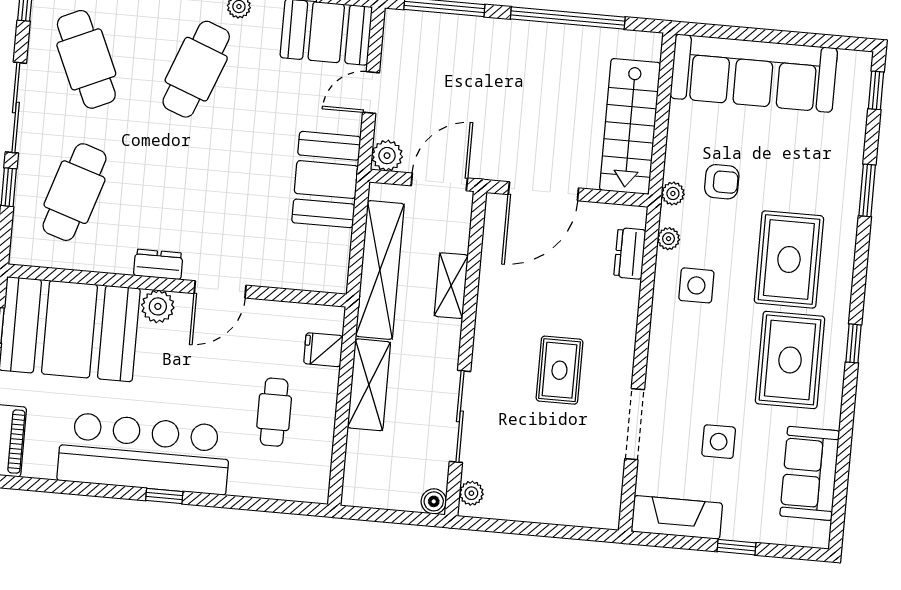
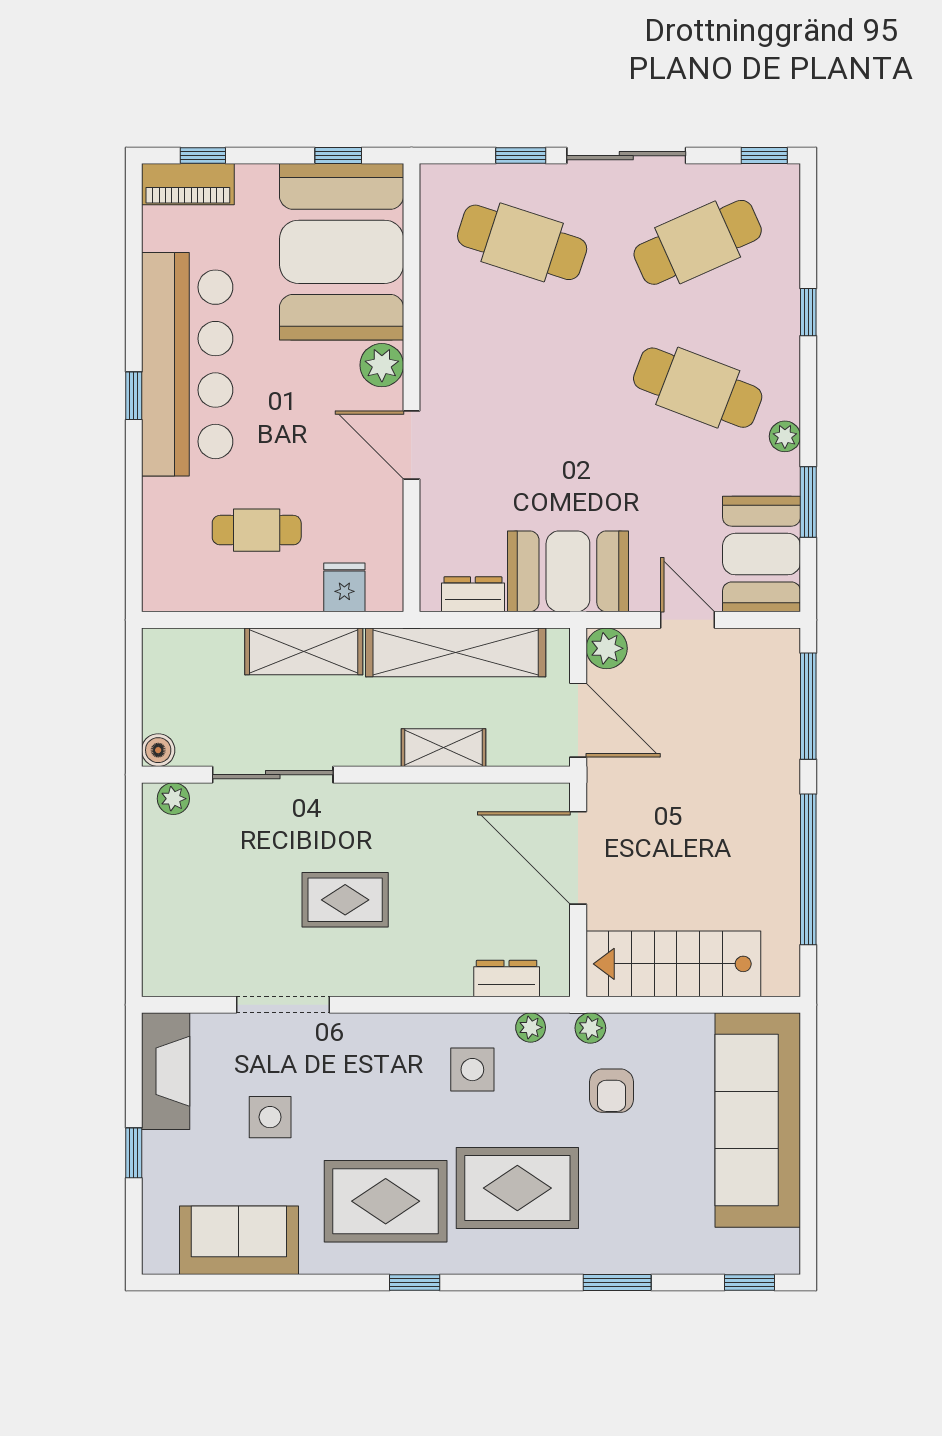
dresser: (158, 264) -> (473, 594), moved, turned -90

